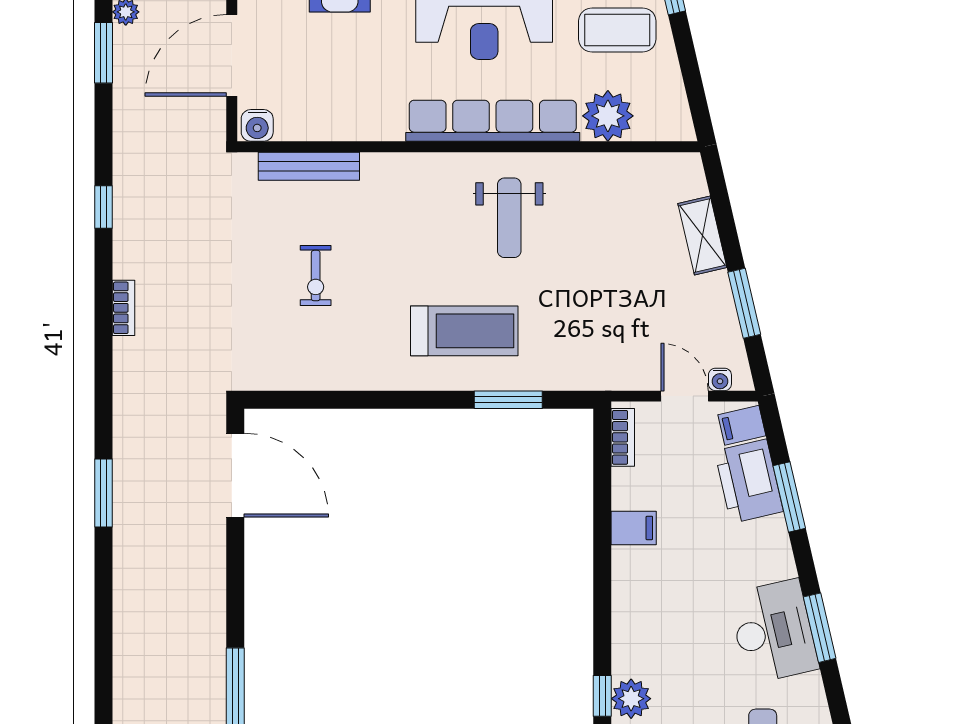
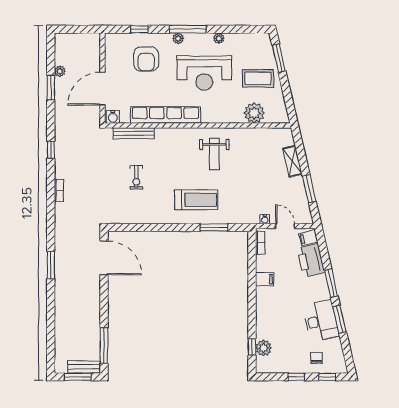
row of seats: (493, 121) -> (165, 115), moved
water cooler: (720, 379) -> (265, 219), moved
window: (789, 497) -> (331, 283), moved

